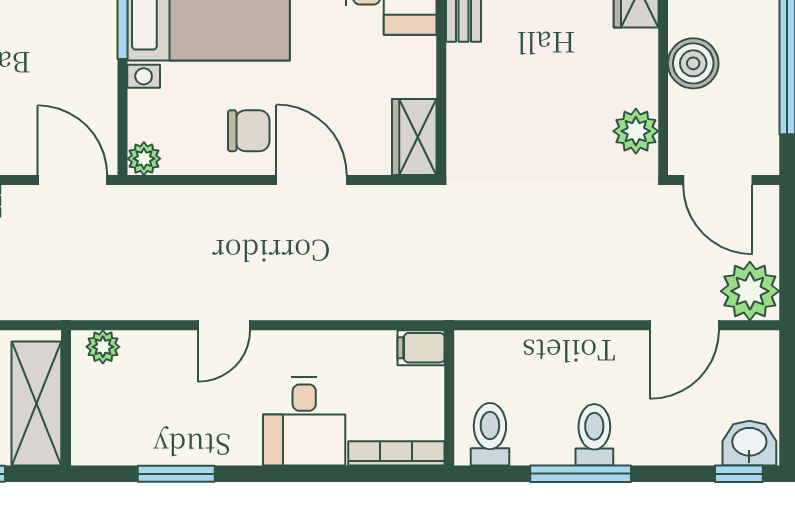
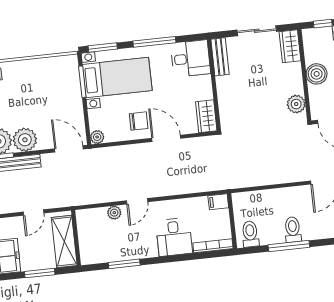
plant: (103, 347) -> (114, 213), moved

